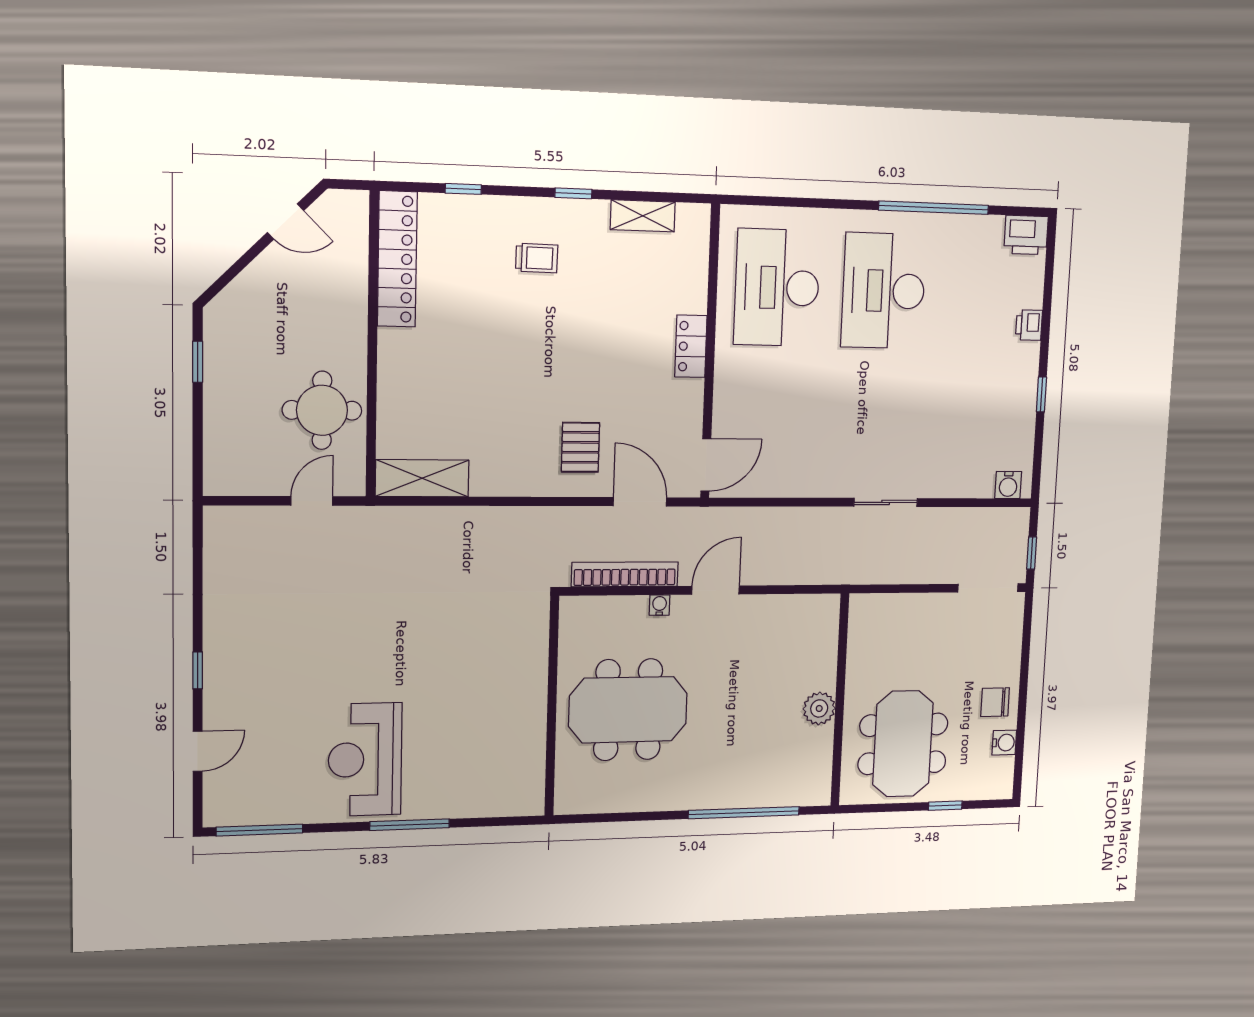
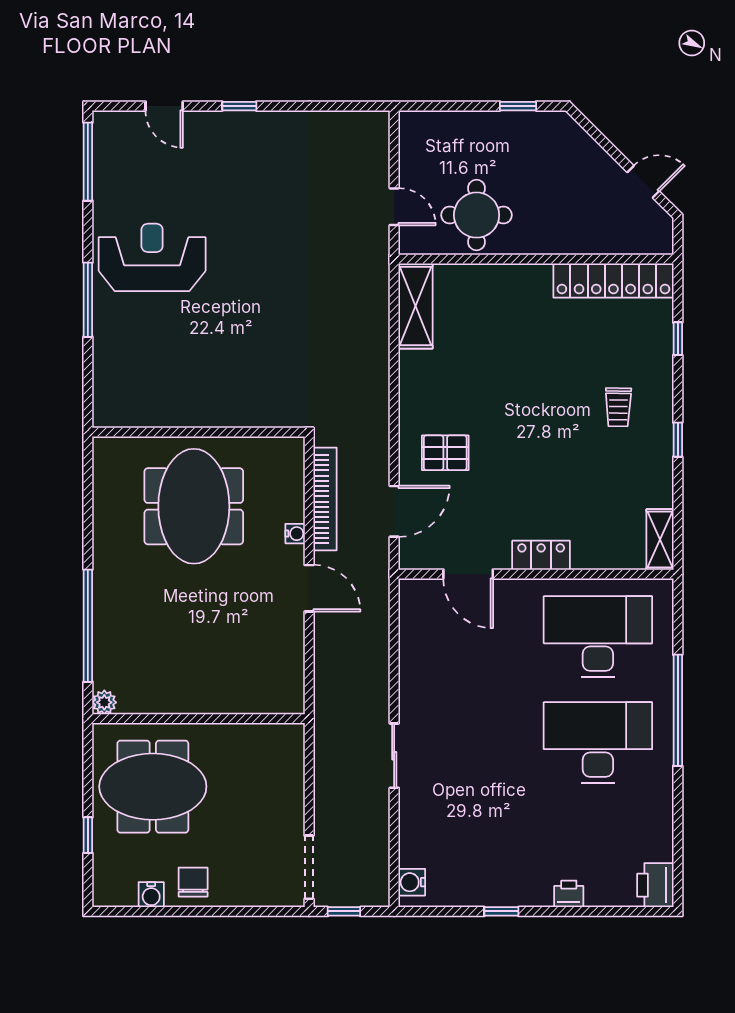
window: (934, 208) -> (678, 710), moved
shelving: (643, 216) -> (660, 540), moved
door: (286, 222) -> (643, 182), swing flipped
door: (706, 465) -> (468, 574), moved
plant: (819, 708) -> (104, 702), moved, width x0.73, depth x0.73

